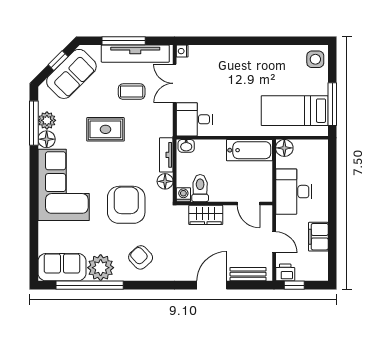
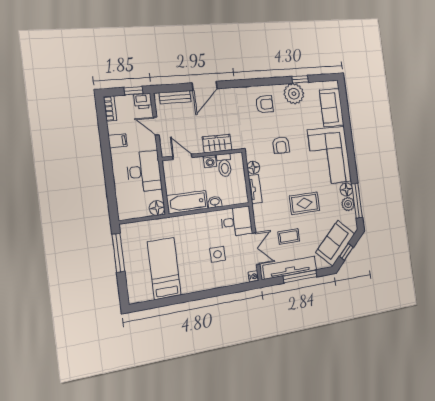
side table: (315, 59) -> (218, 254), moved
bed: (295, 111) -> (164, 268), moved, turned -90
washbasin: (186, 146) -> (215, 202), moved
washing machine: (183, 195) -> (210, 161), moved
armchair: (126, 205) -> (281, 145), width x0.53, depth x0.53
filing cabinet: (318, 237) -> (118, 141), width x0.50
armchair: (141, 257) -> (265, 104), turned -47
sofa: (62, 267) -> (332, 108), moved, turned 90
bookcase: (322, 267) -> (110, 109), added
window: (90, 285) -> (300, 79), width x0.32

